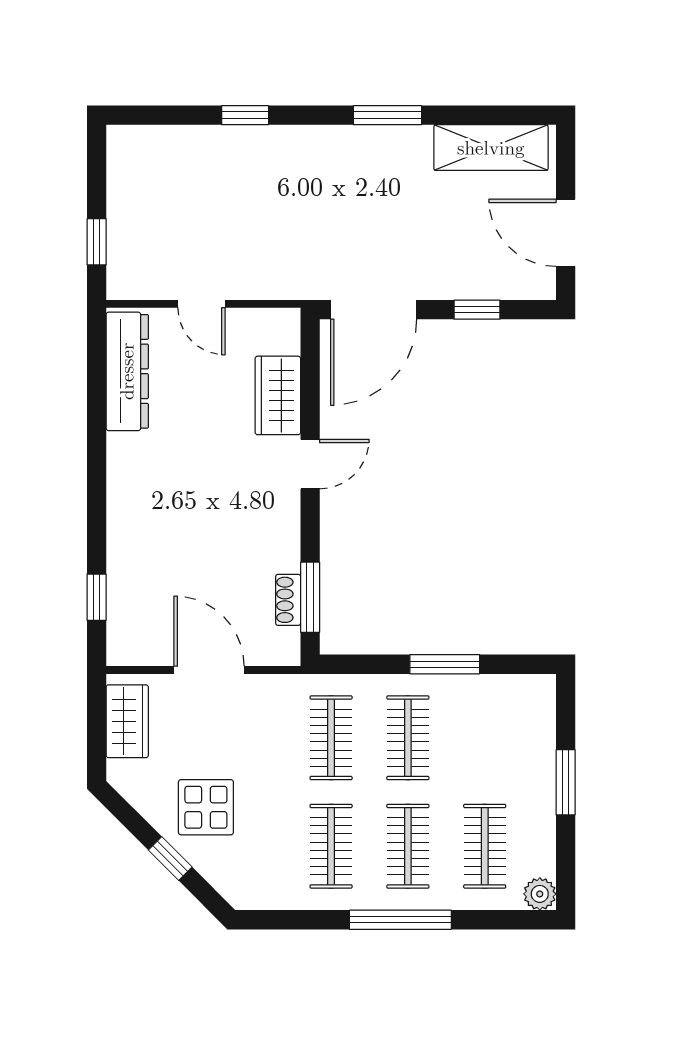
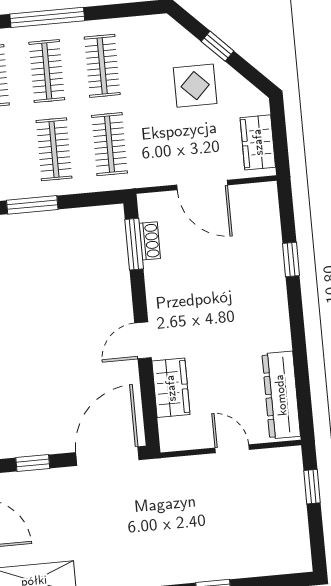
window: (97, 597) -> (291, 260), moved

